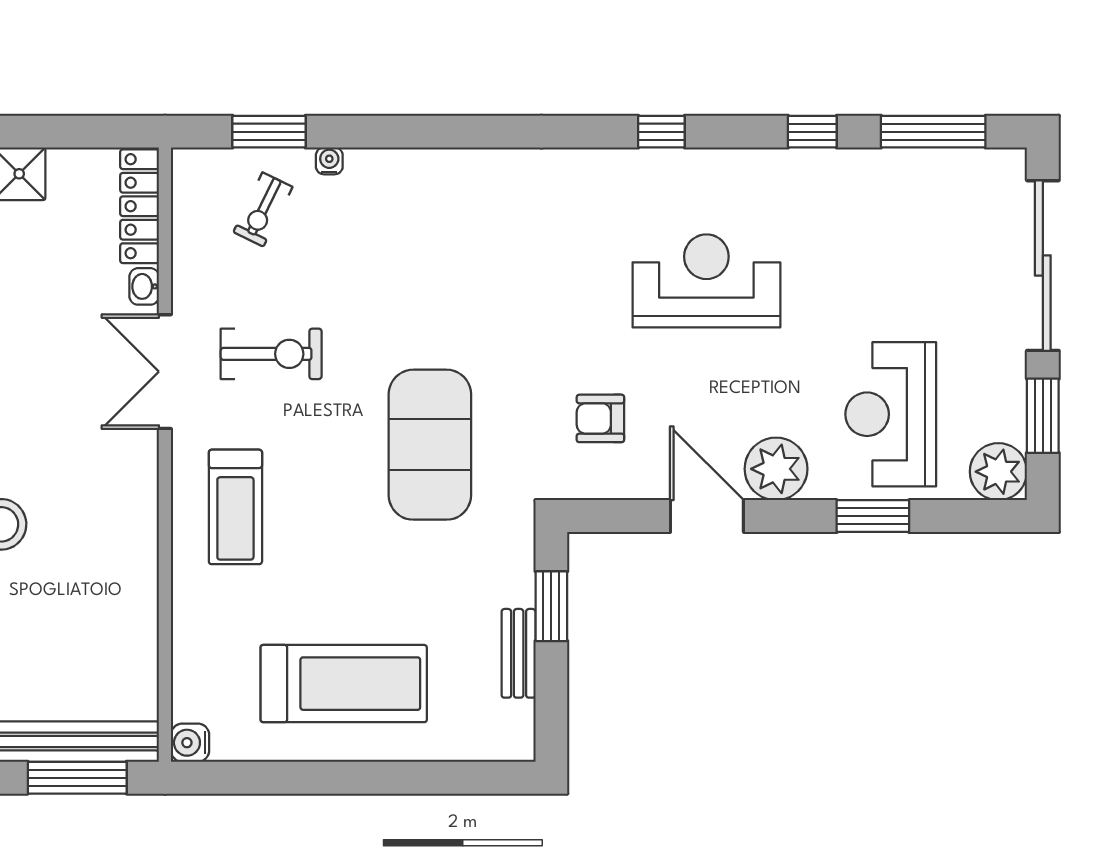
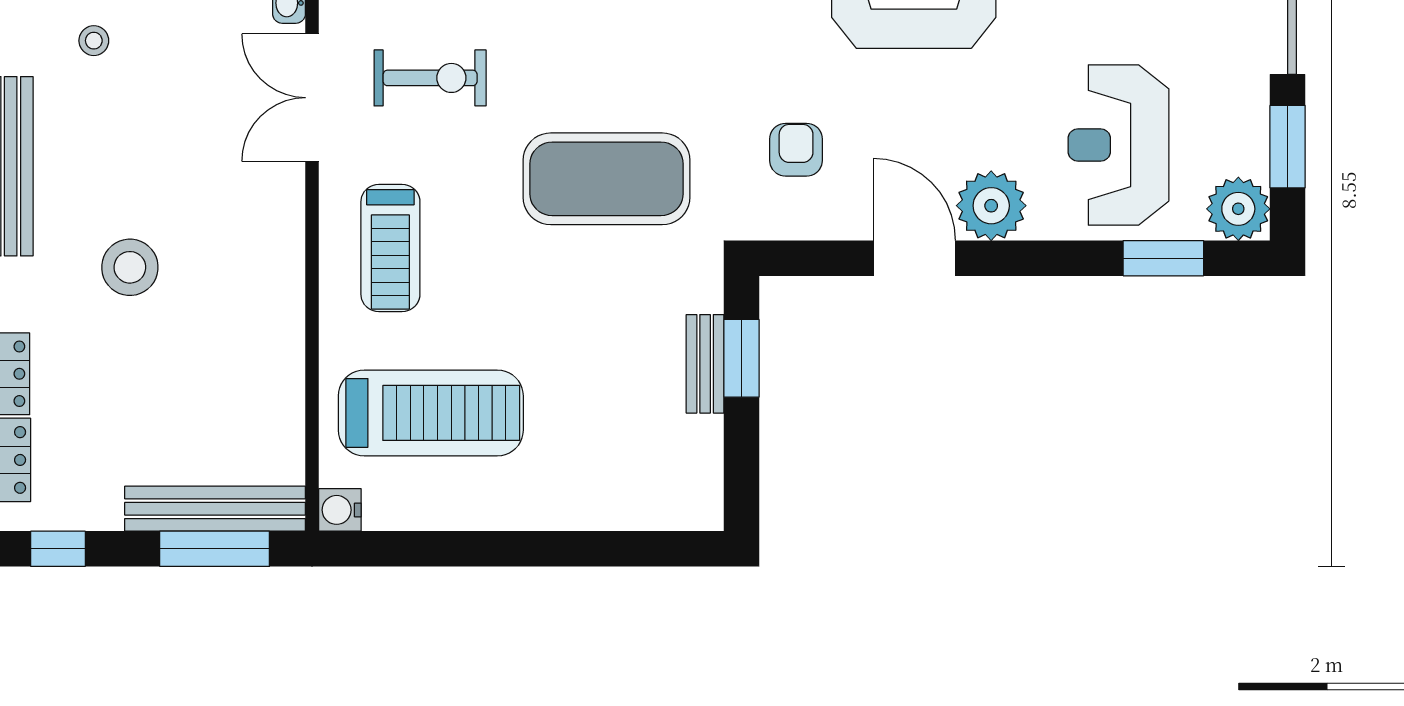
armchair: (600, 418) -> (796, 150), turned 90
exercise mat: (430, 445) -> (607, 179), turned 90
window: (873, 516) -> (1163, 258), moved
bench: (519, 653) -> (705, 364), moved
treadmill: (344, 684) -> (431, 413), moved

